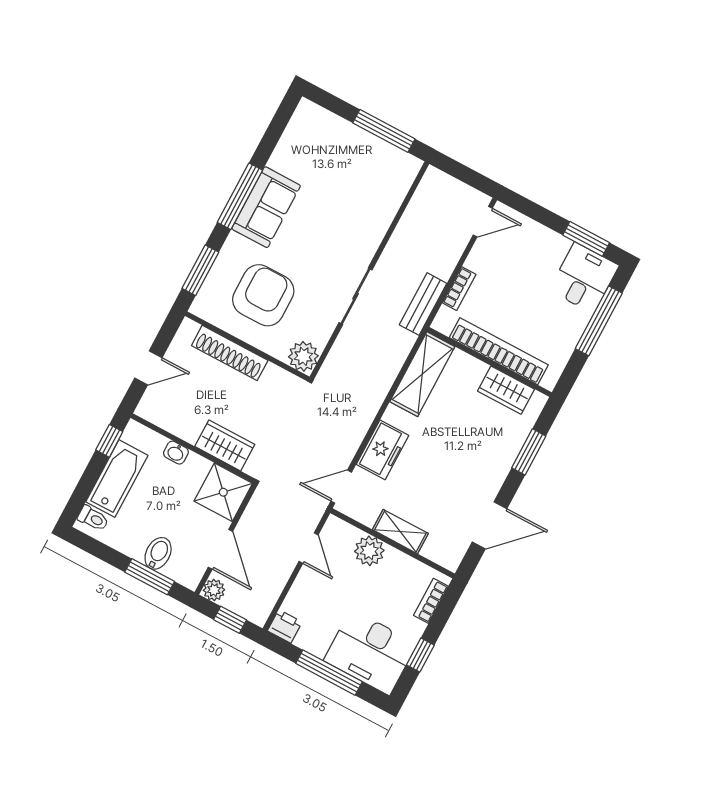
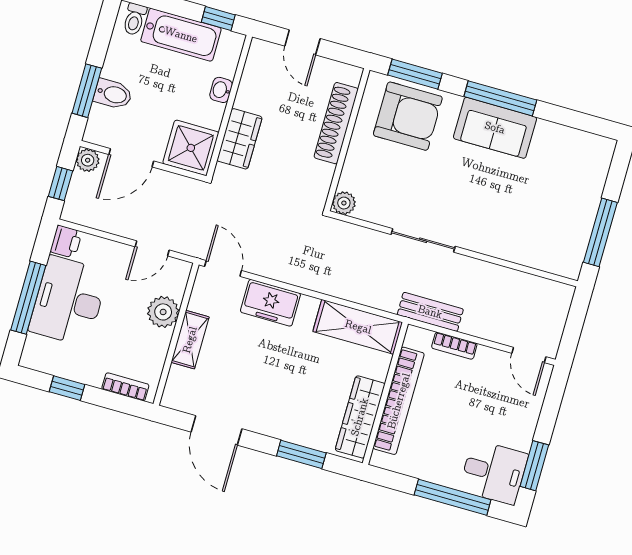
armchair: (263, 295) -> (408, 116), moved
plant: (303, 356) -> (344, 203), width x0.73, depth x0.73
wardrobe: (506, 390) -> (360, 417), width x1.50
desk: (370, 652) -> (68, 301), moved

